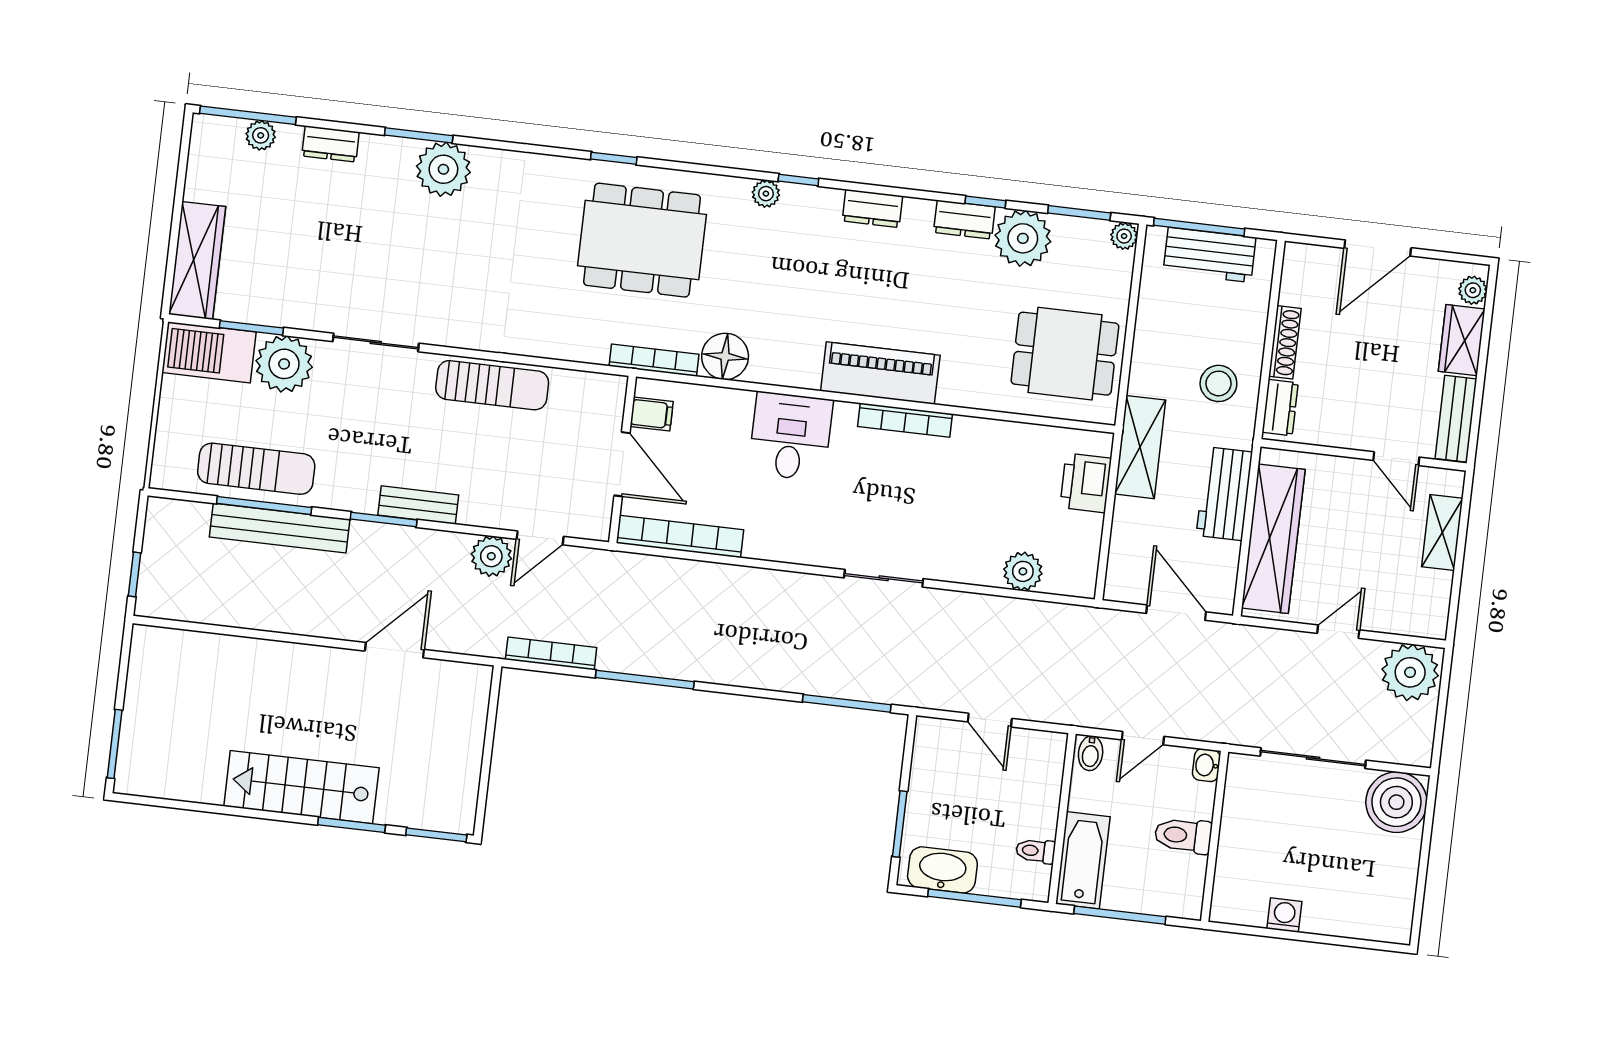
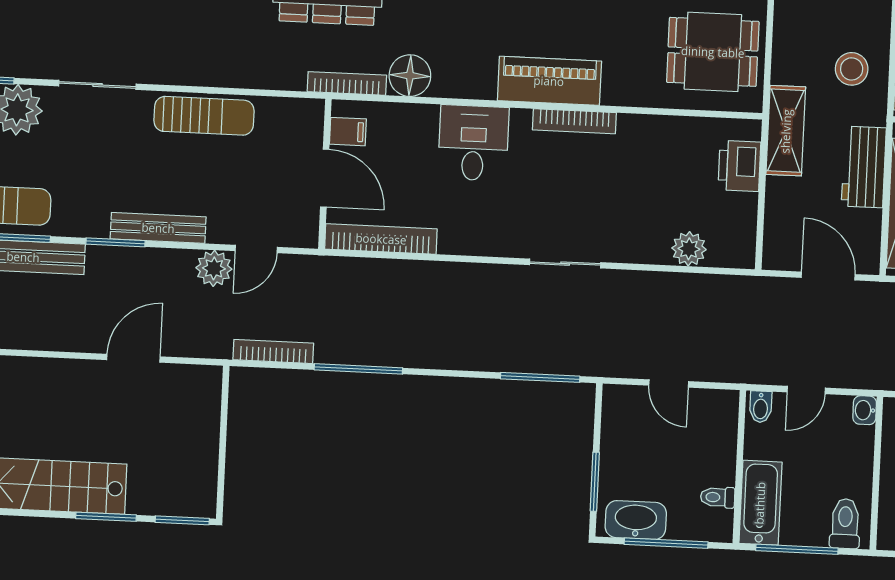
bench: (418, 505) -> (158, 228), width x1.36
toilet: (1183, 835) -> (845, 524), moved, turned 90

